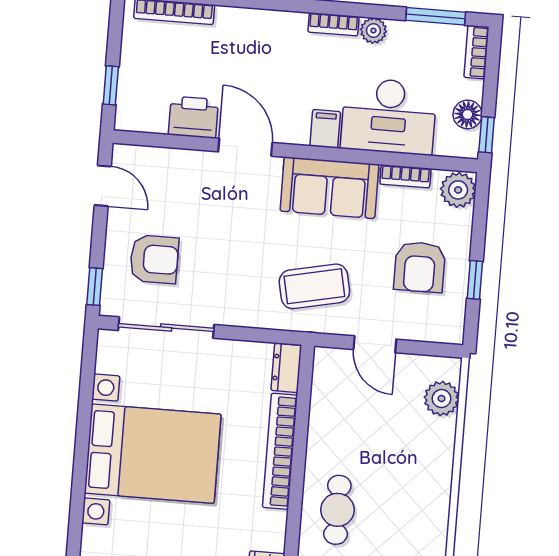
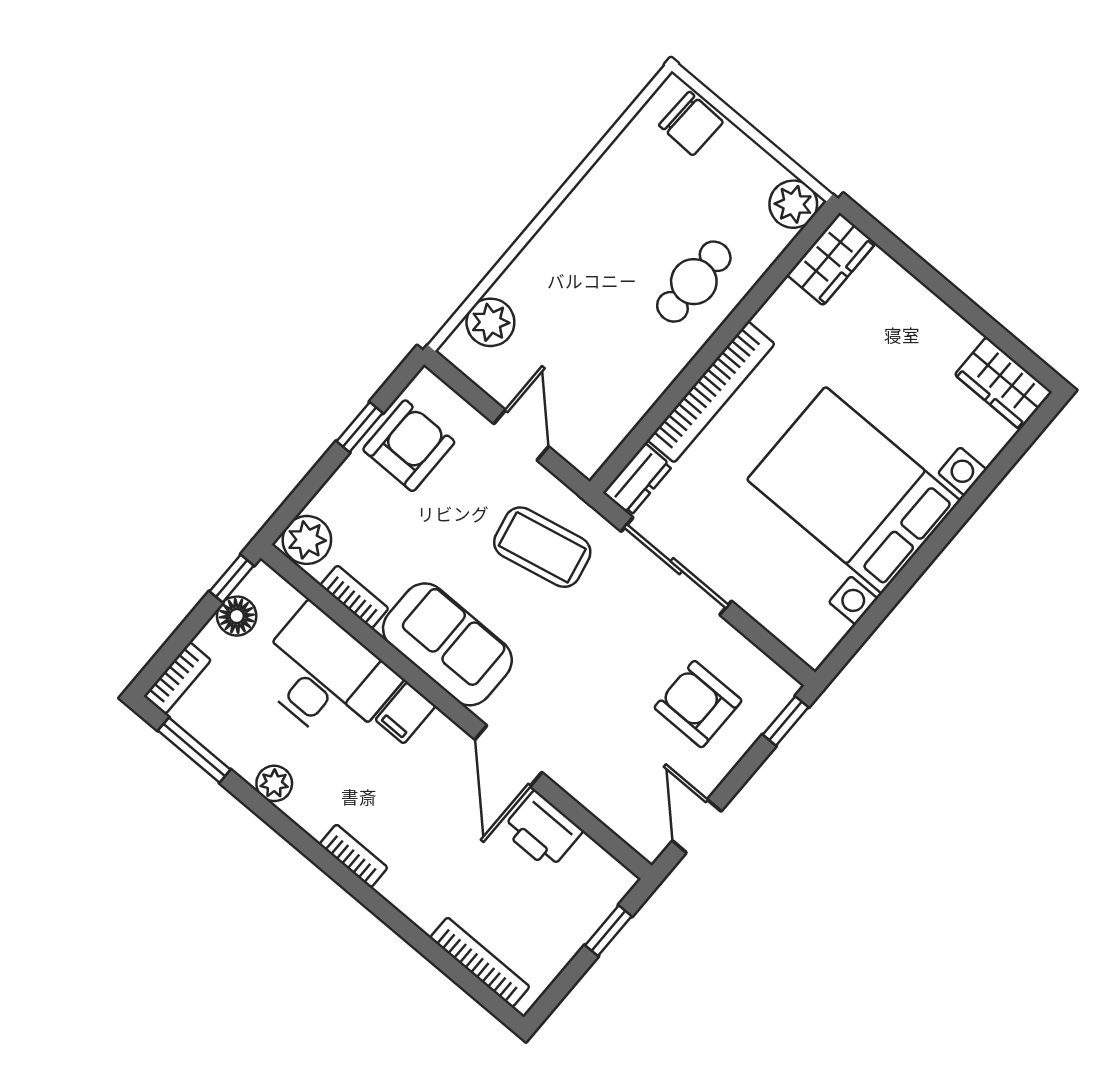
bookcase: (333, 24) -> (353, 856), moved
armchair: (420, 267) -> (409, 446), moved
sliding door: (166, 328) -> (676, 566), moved

